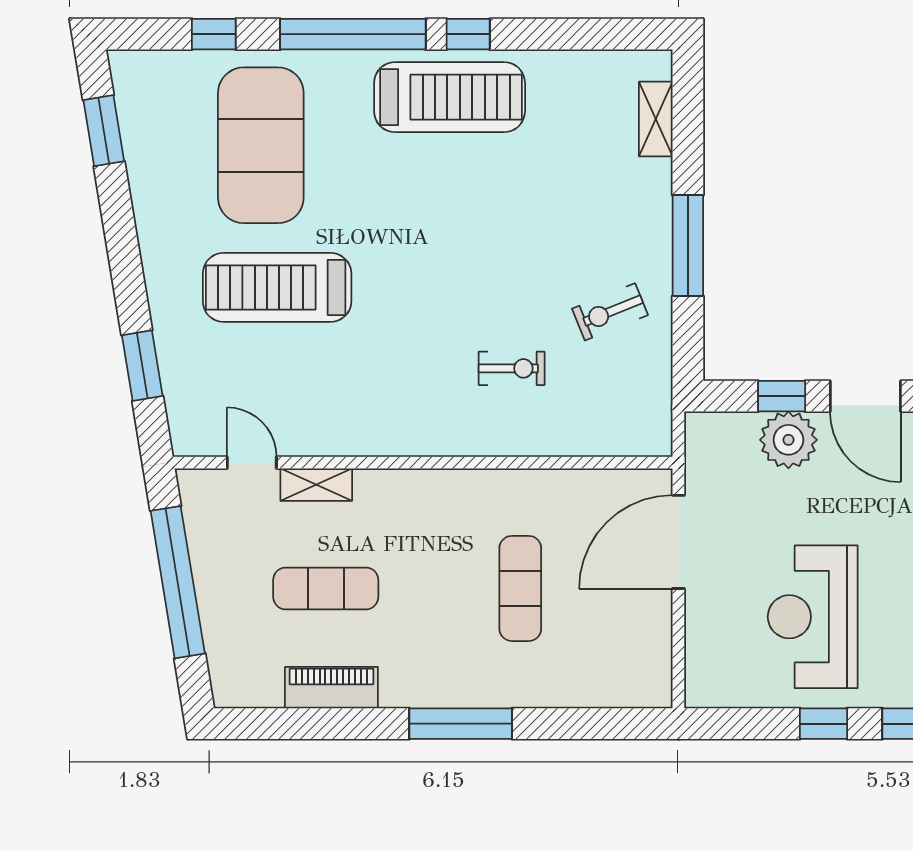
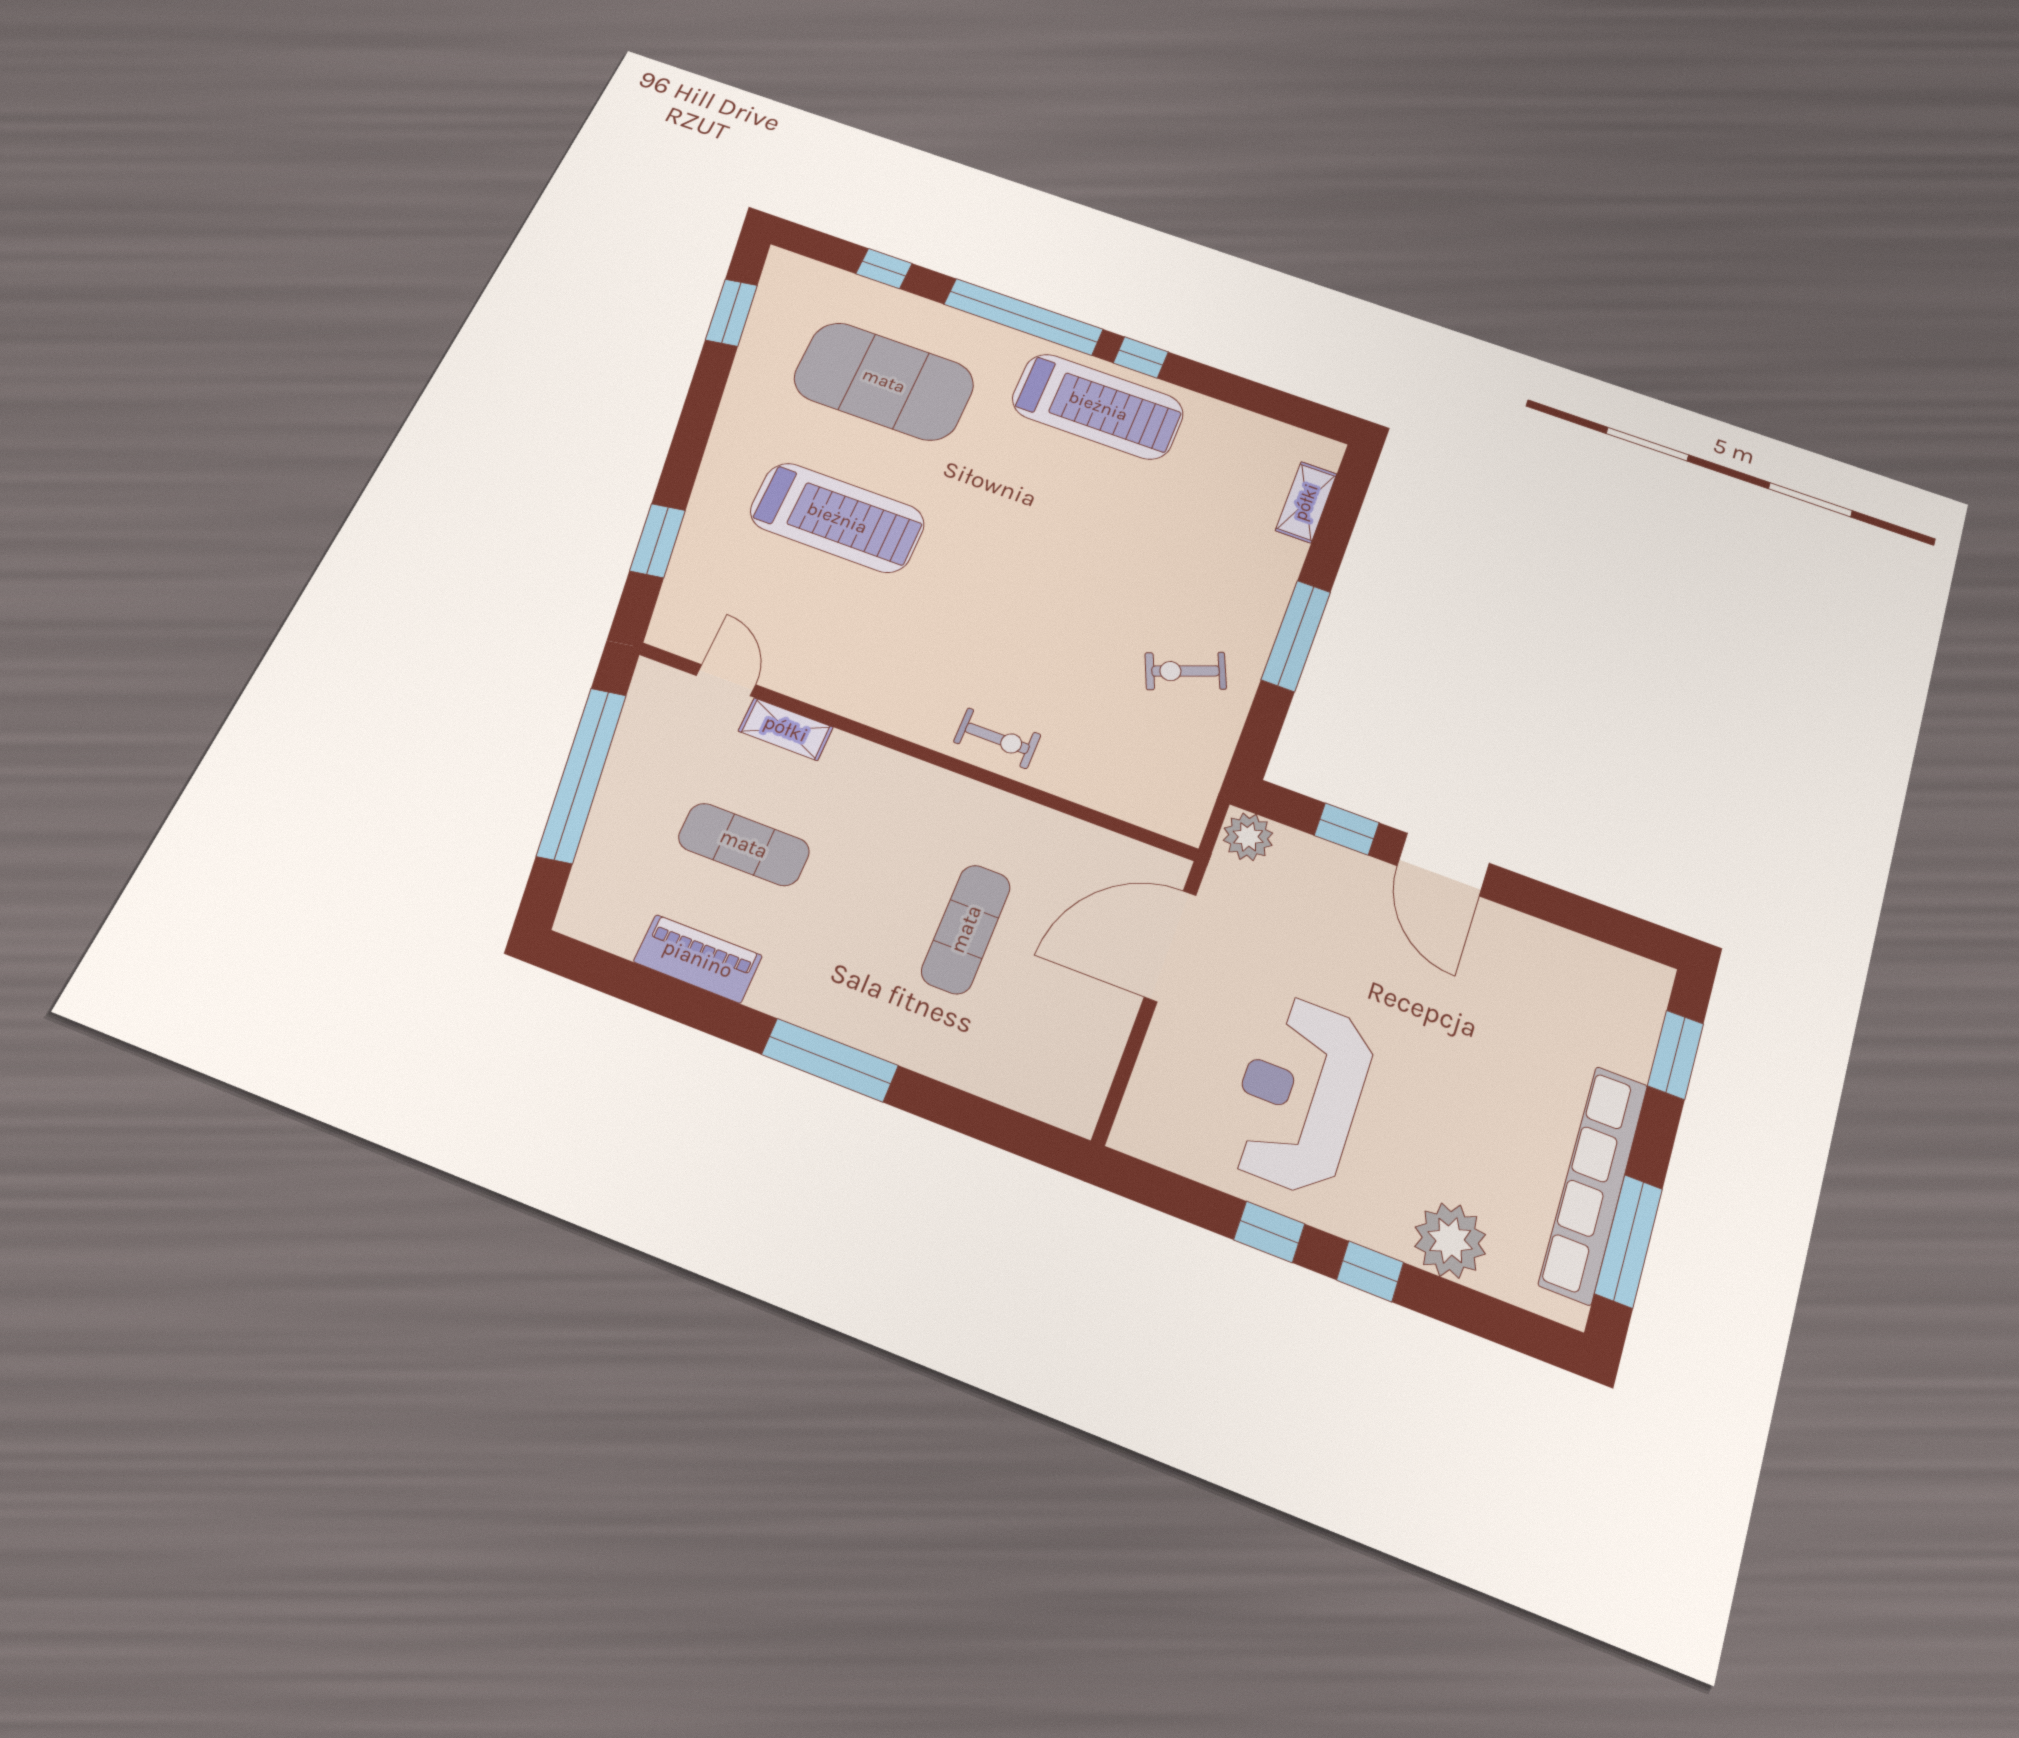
exercise mat: (261, 145) -> (884, 381), turned 90
treadmill: (277, 287) -> (837, 518), turned 180
exercise bike: (512, 368) -> (997, 738), moved
plant: (788, 440) -> (1248, 837), moved, width x0.73, depth x0.73

